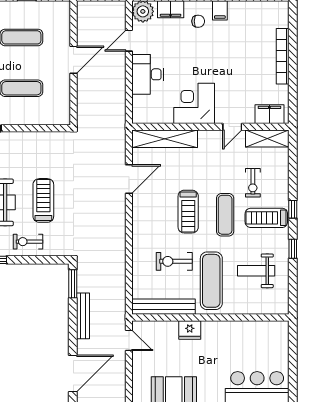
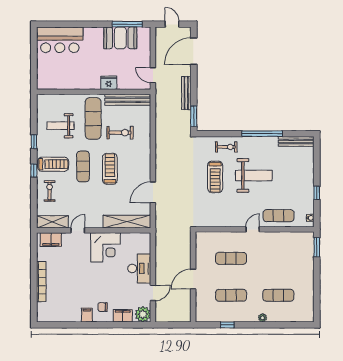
exercise bike: (253, 183) -> (50, 191), moved
weight bench: (256, 271) -> (61, 126), turned 180

